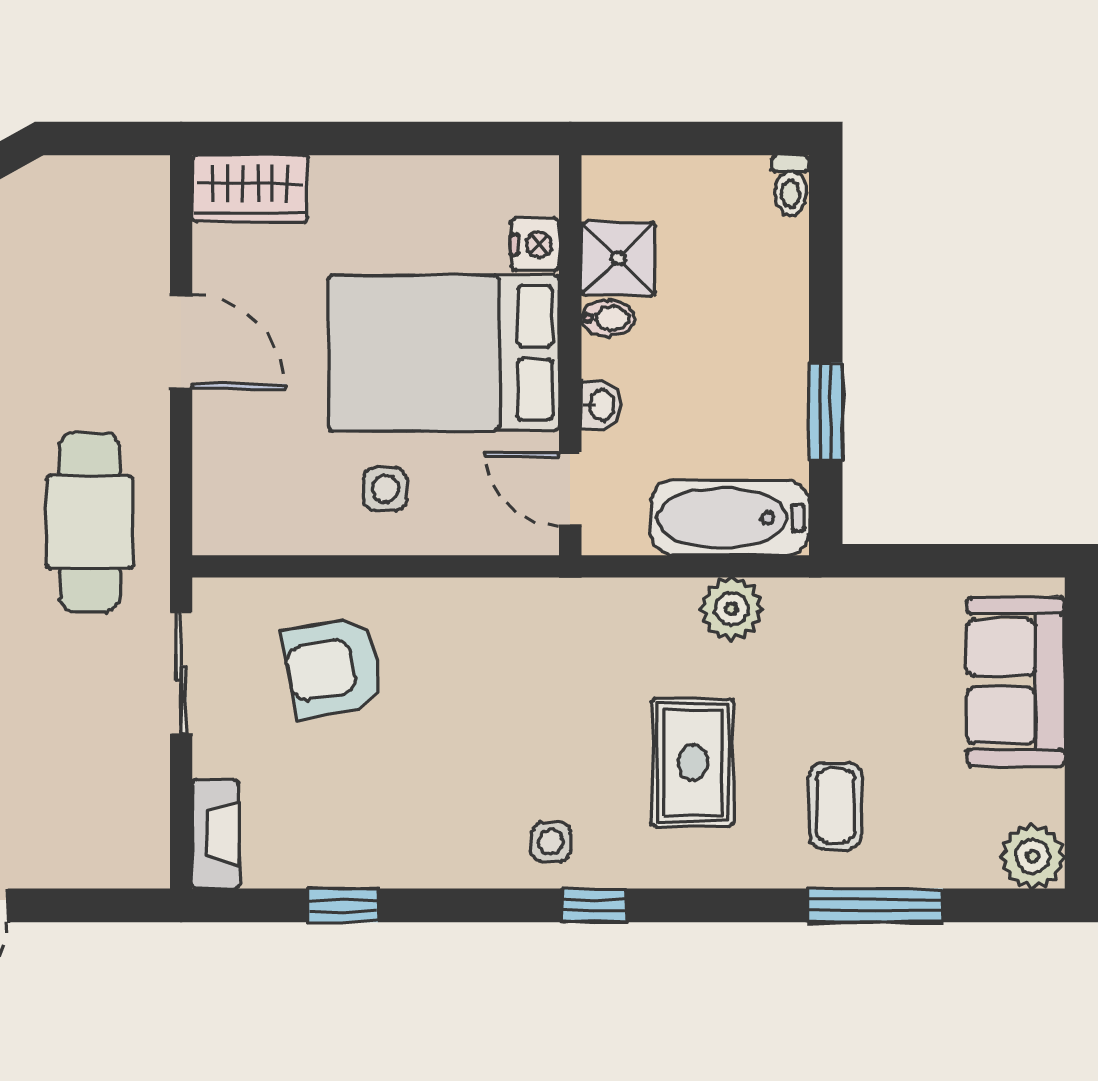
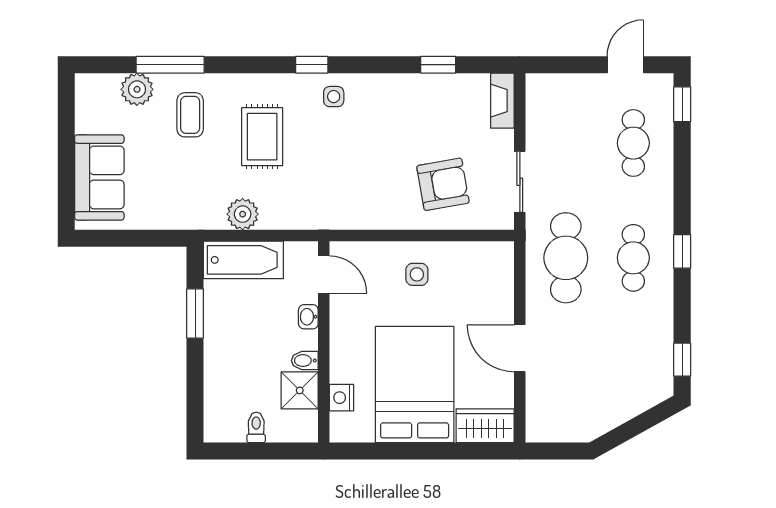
toilet: (791, 185) -> (256, 427), moved
bed: (444, 353) -> (415, 385), moved, turned -90
plant: (1033, 856) -> (137, 89), moved

